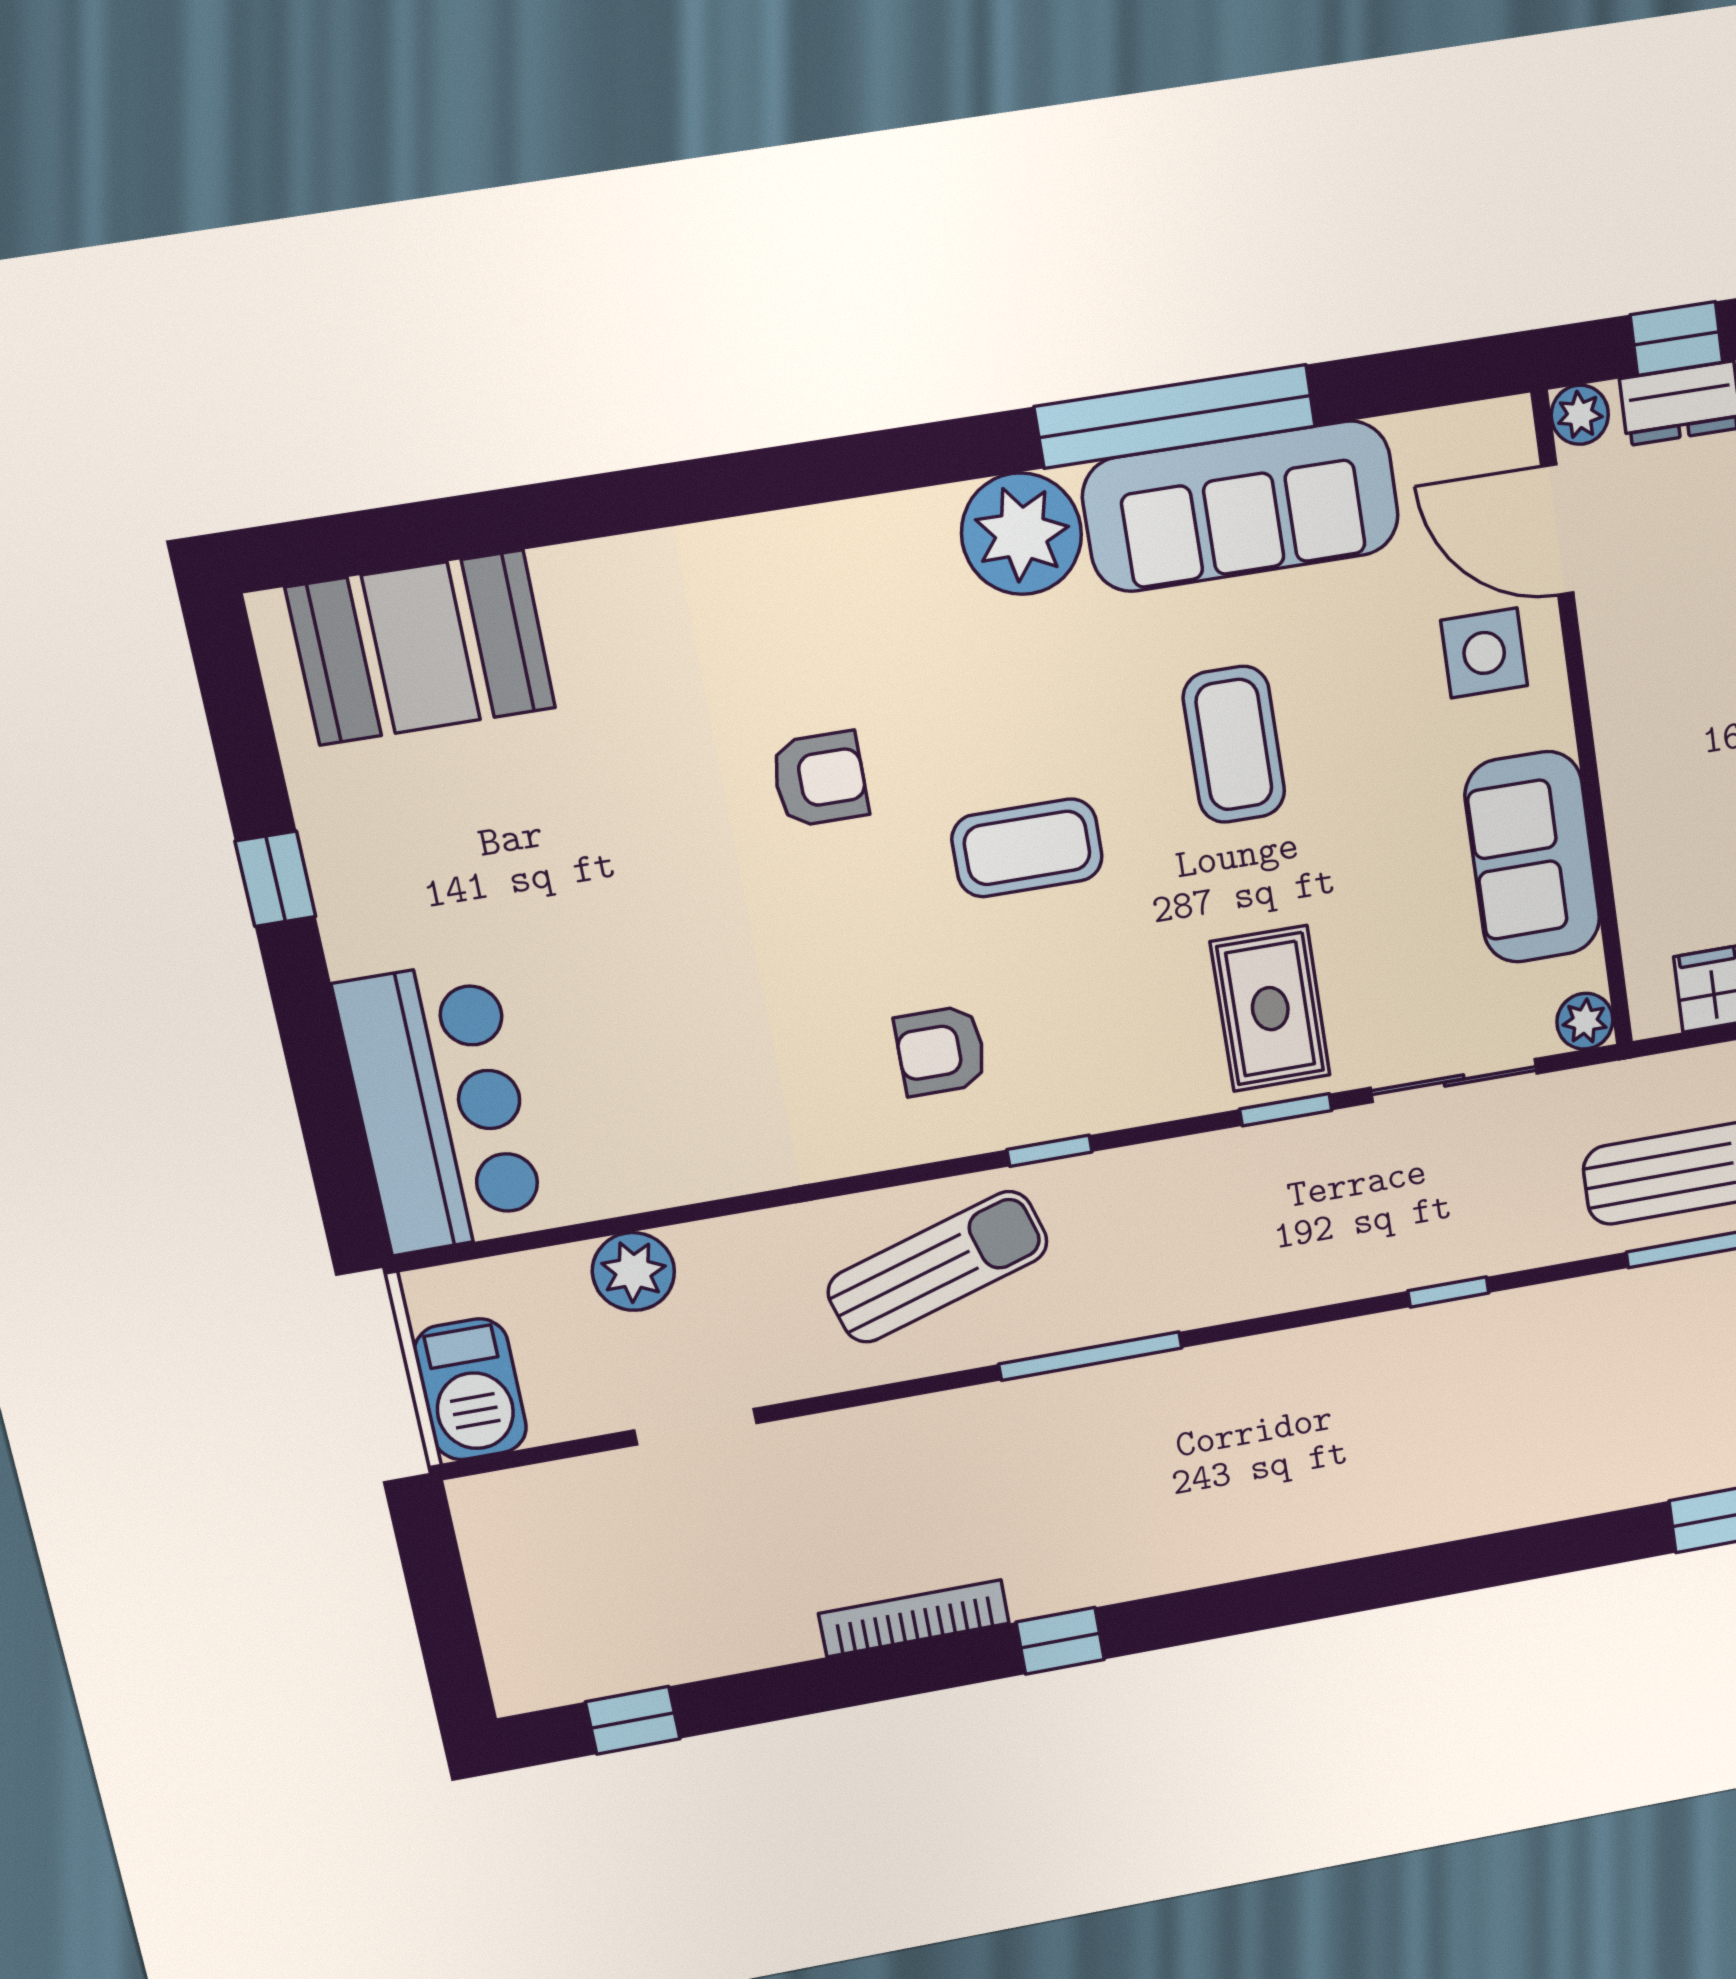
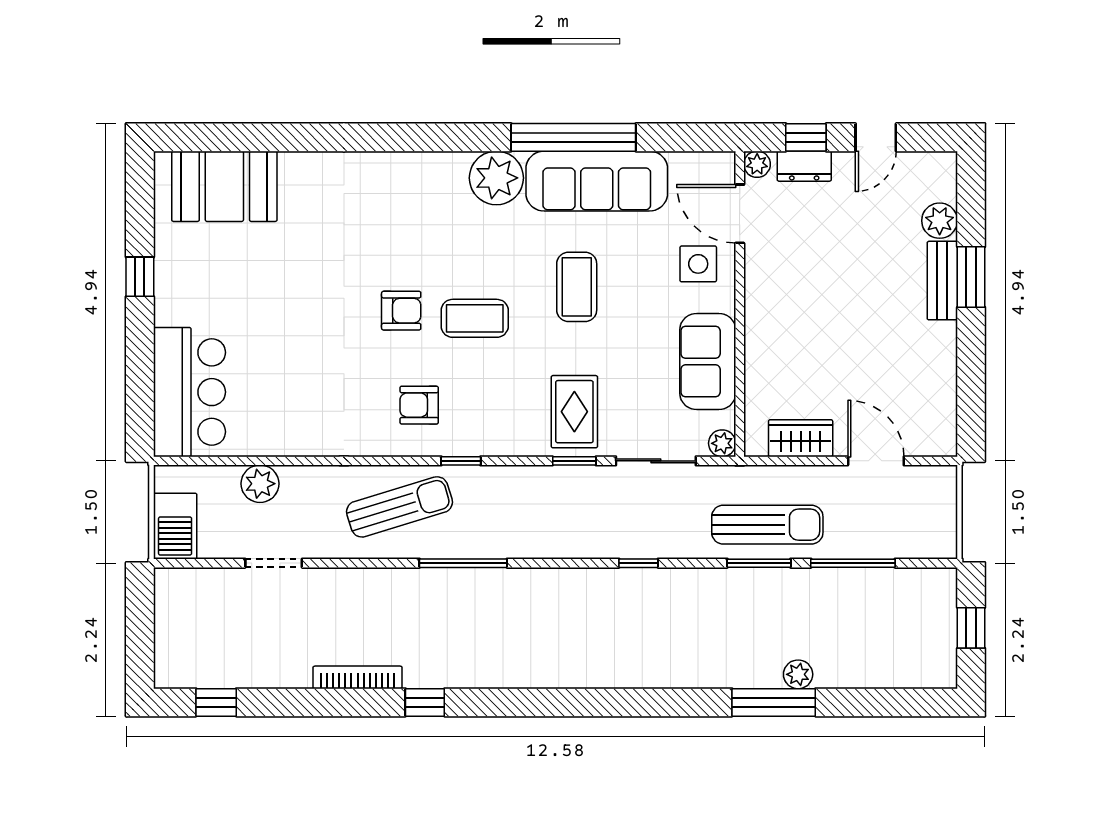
armchair: (820, 779) -> (401, 311), moved

